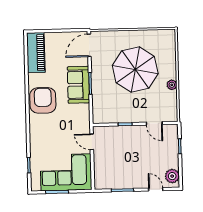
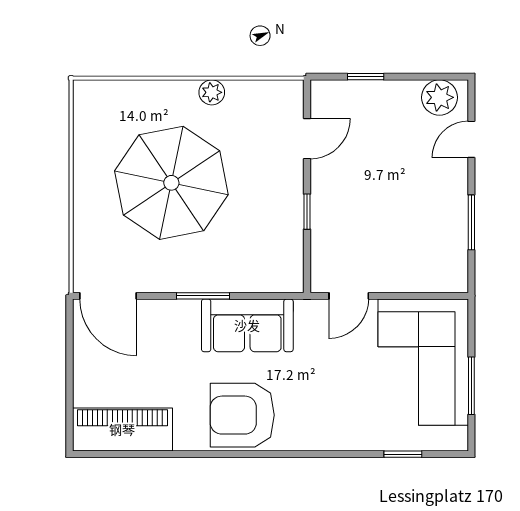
sofa: (78, 85) -> (247, 325), moved

